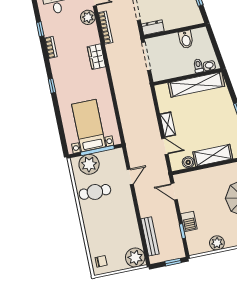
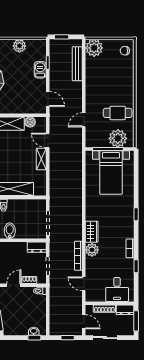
plant: (88, 17) -> (92, 250), moved

